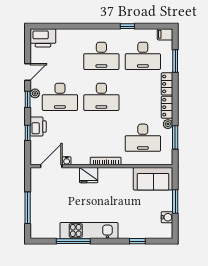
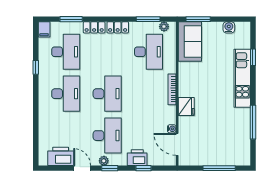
printer: (43, 38) -> (61, 156), moved, turned -90
plant: (168, 124) -> (164, 27), moved
window: (175, 202) -> (198, 19), moved
kitchen unit: (89, 231) -> (242, 78), moved

